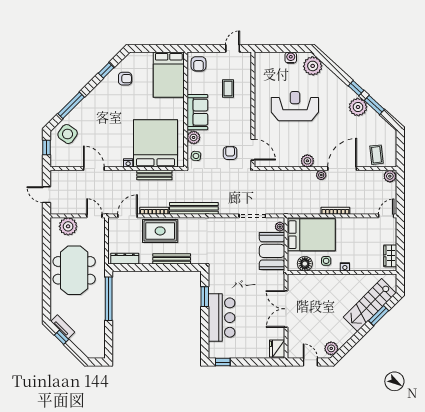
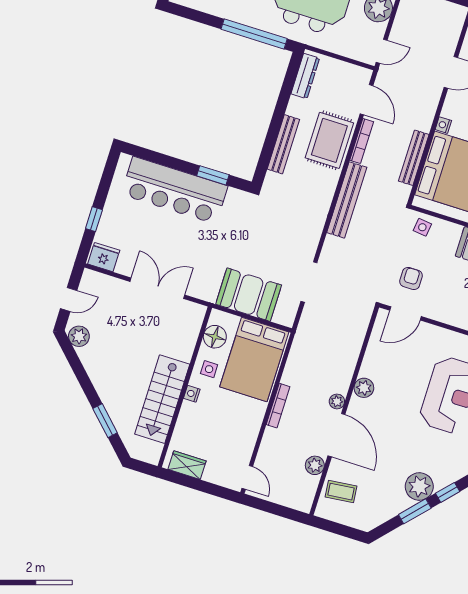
plant: (194, 137) -> (451, 232), removed
armchair: (230, 153) -> (411, 279), turned -90
plant: (390, 176) -> (315, 465), moved
plant: (280, 227) -> (281, 317), removed
stairs: (370, 305) -> (162, 399), moved, turned -135
bar counter: (222, 318) -> (174, 190), width x1.36
window: (223, 362) -> (94, 219), moved

